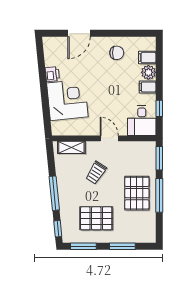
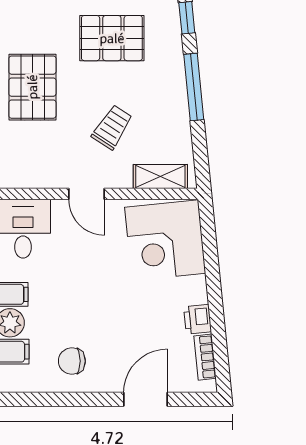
bookcase: (48, 55) -> (205, 357), added
corner desk: (67, 100) -> (165, 240), moved

